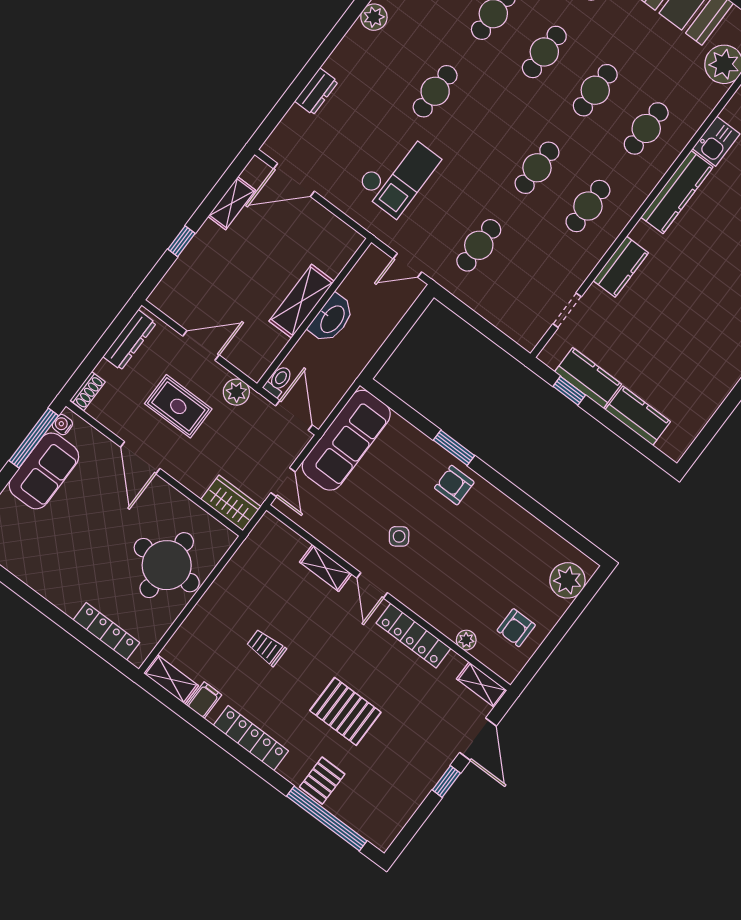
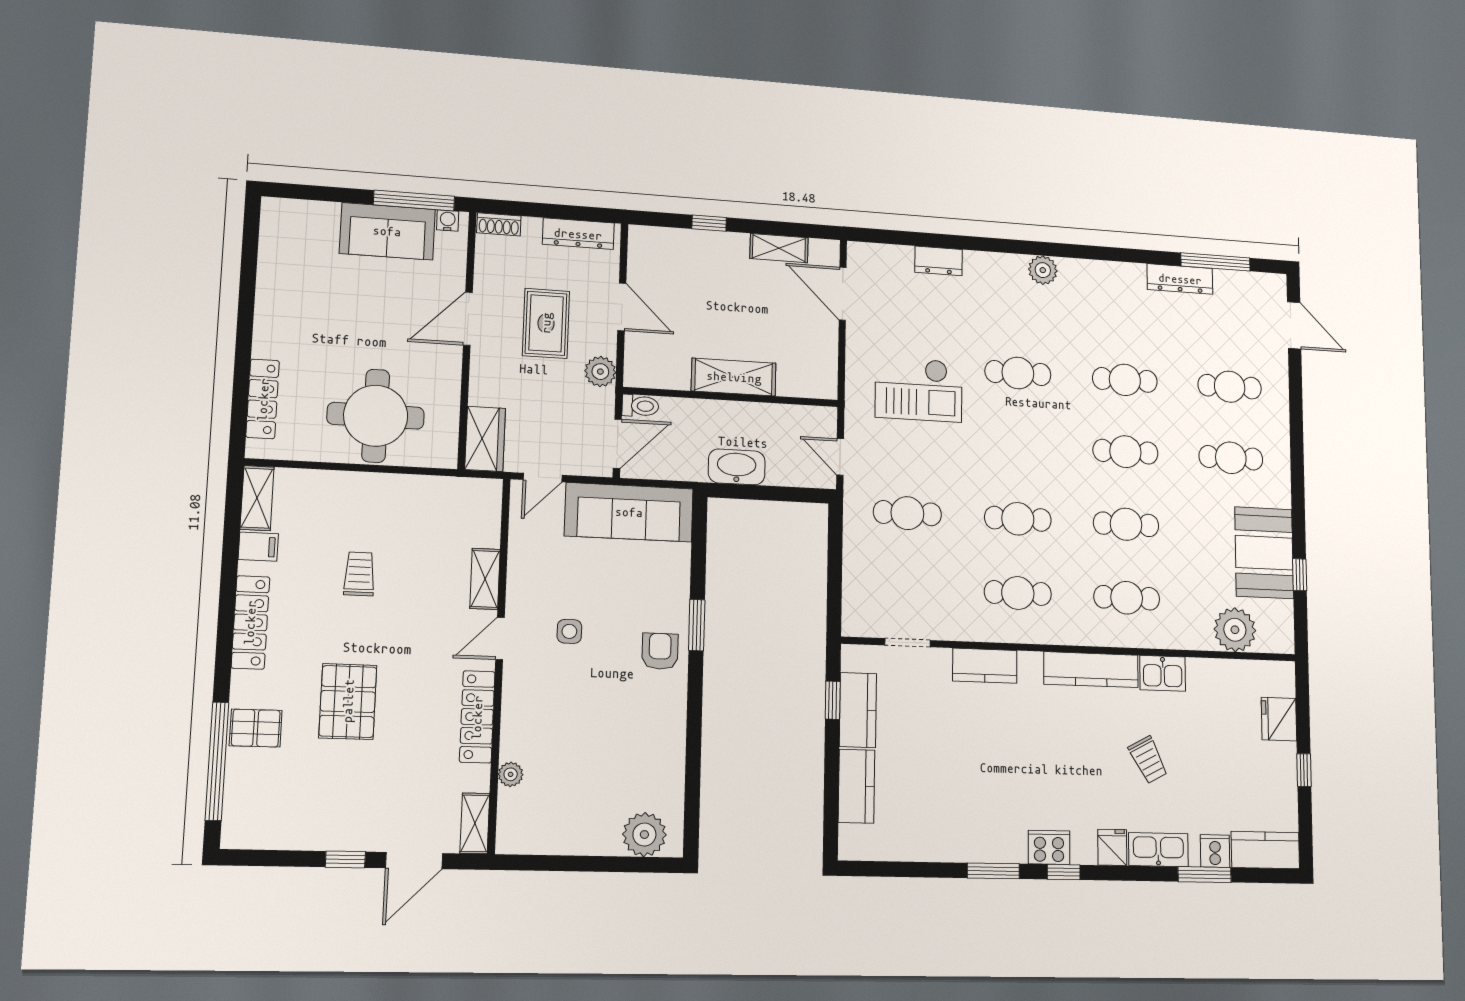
washbasin: (332, 319) -> (737, 467), moved, turned 180
side table: (399, 536) -> (569, 631), turned 36
armchair: (516, 628) -> (559, 817), removed

